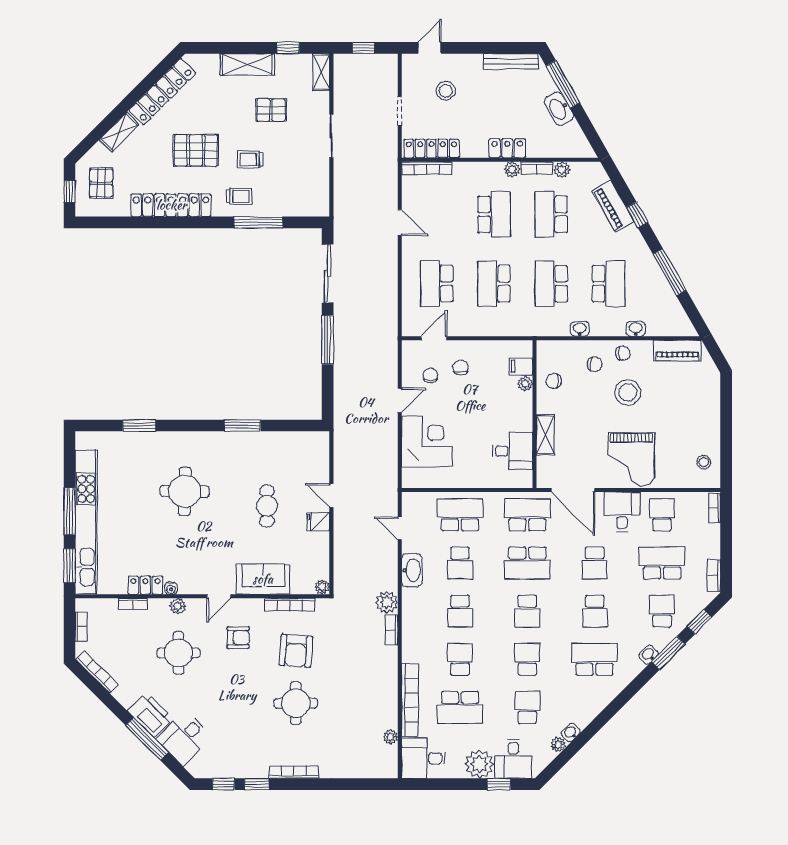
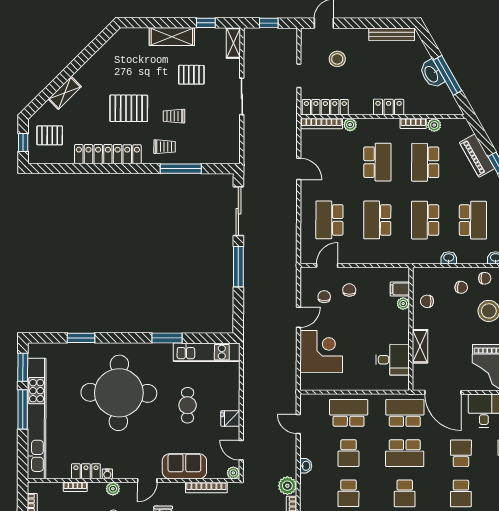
window: (563, 84) -> (447, 75), moved
locker: (162, 92) -> (101, 59), removed
plant: (512, 169) -> (350, 125), moved
pallet: (101, 183) -> (50, 135), turned 90
kitchen unit: (290, 442) -> (207, 352), added
round table: (185, 491) -> (119, 393), width x1.86, depth x1.86
door: (331, 495) -> (241, 450), moved
school desk: (595, 563) -> (461, 453), turned 180
window: (69, 566) -> (23, 367), moved
washbasin: (412, 570) -> (306, 466), width x0.52, depth x0.69

